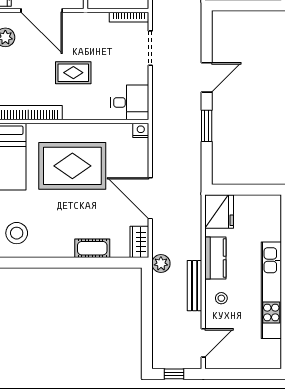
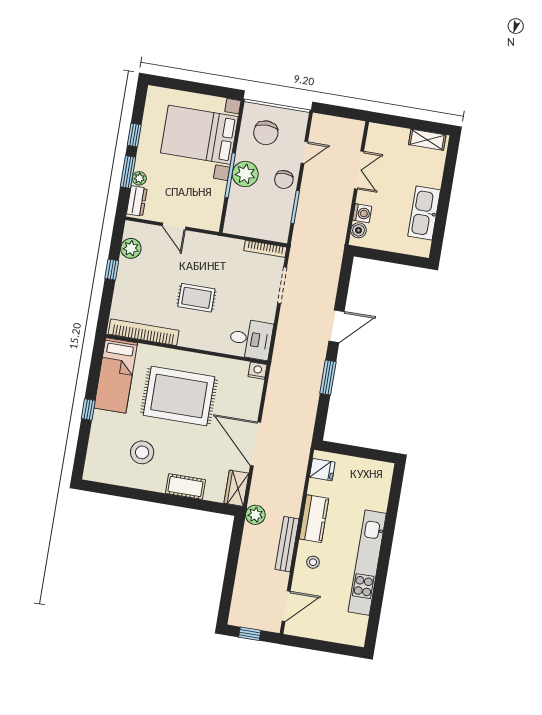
door: (42, 10) -> (174, 226), width x0.53
fridge: (219, 212) -> (322, 470), width x0.53, depth x0.75
stool: (17, 233) -> (142, 452), moved

